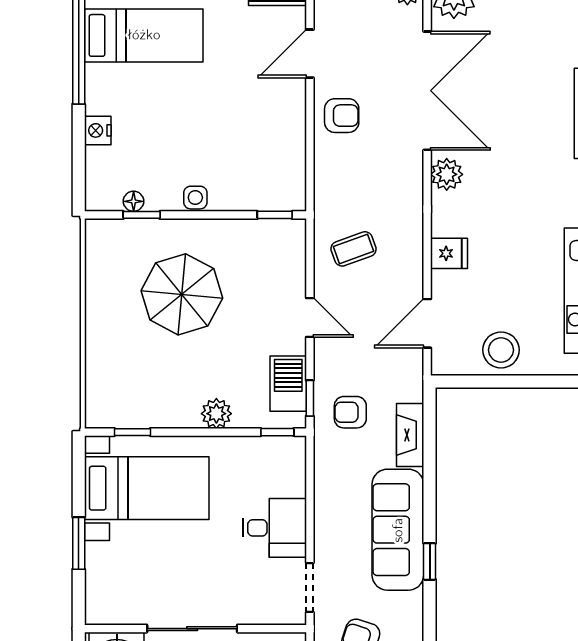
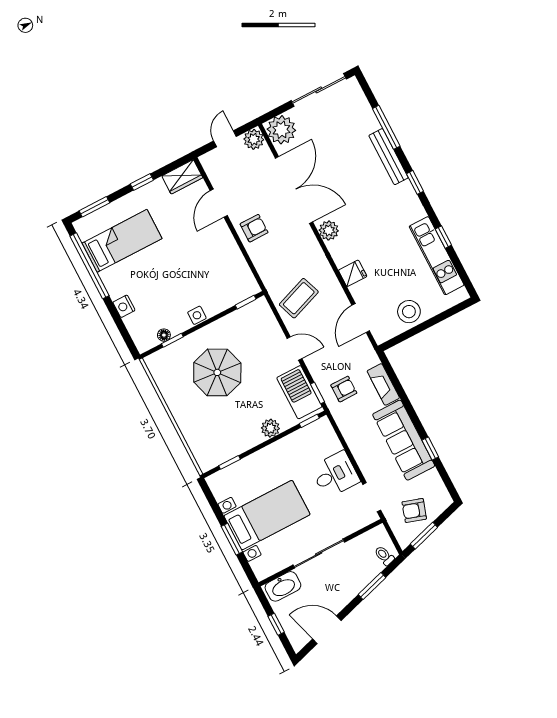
coffee table: (354, 249) -> (299, 298), width x1.36, depth x1.30
barbecue: (288, 384) -> (299, 392), width x1.37, depth x1.21
armchair: (350, 412) -> (344, 389), turned 180
bed with nightstands: (147, 488) -> (267, 515), moved

